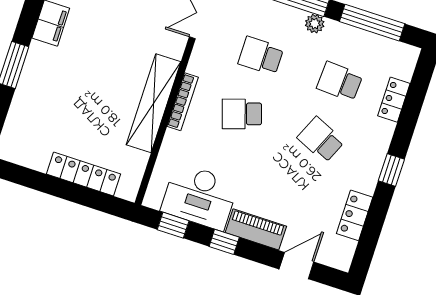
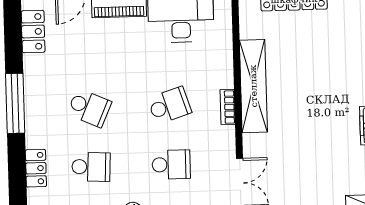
bookcase: (183, 102) -> (228, 107), width x0.64
window: (391, 170) -> (15, 103), width x2.17
locker: (355, 215) -> (33, 32), moved

